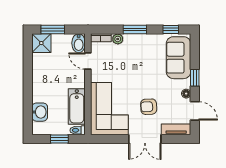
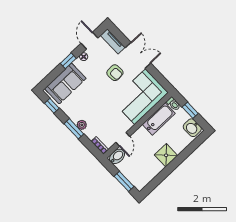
plant: (118, 39) -> (82, 125), moved
shower: (41, 43) -> (166, 155), moved
washbasin: (40, 112) -> (192, 128), moved, turned -90

